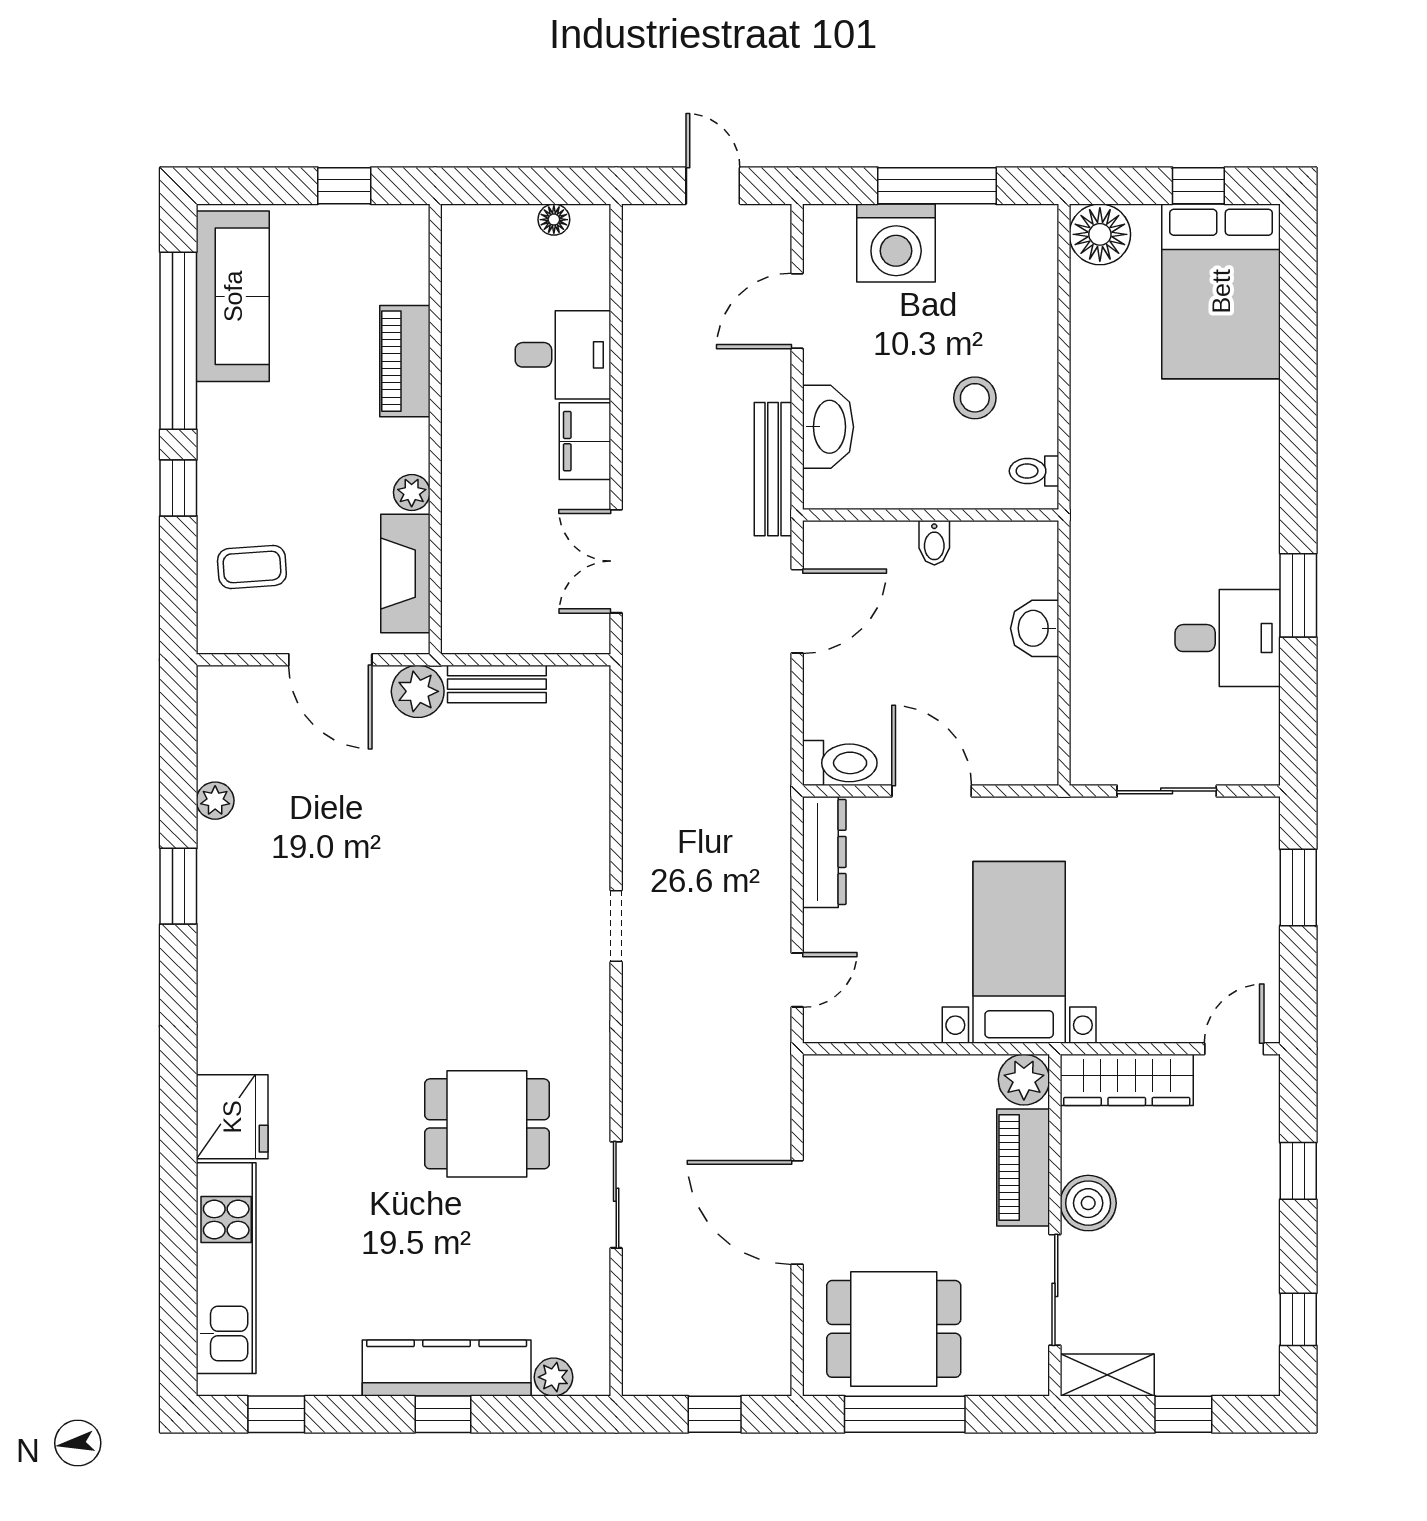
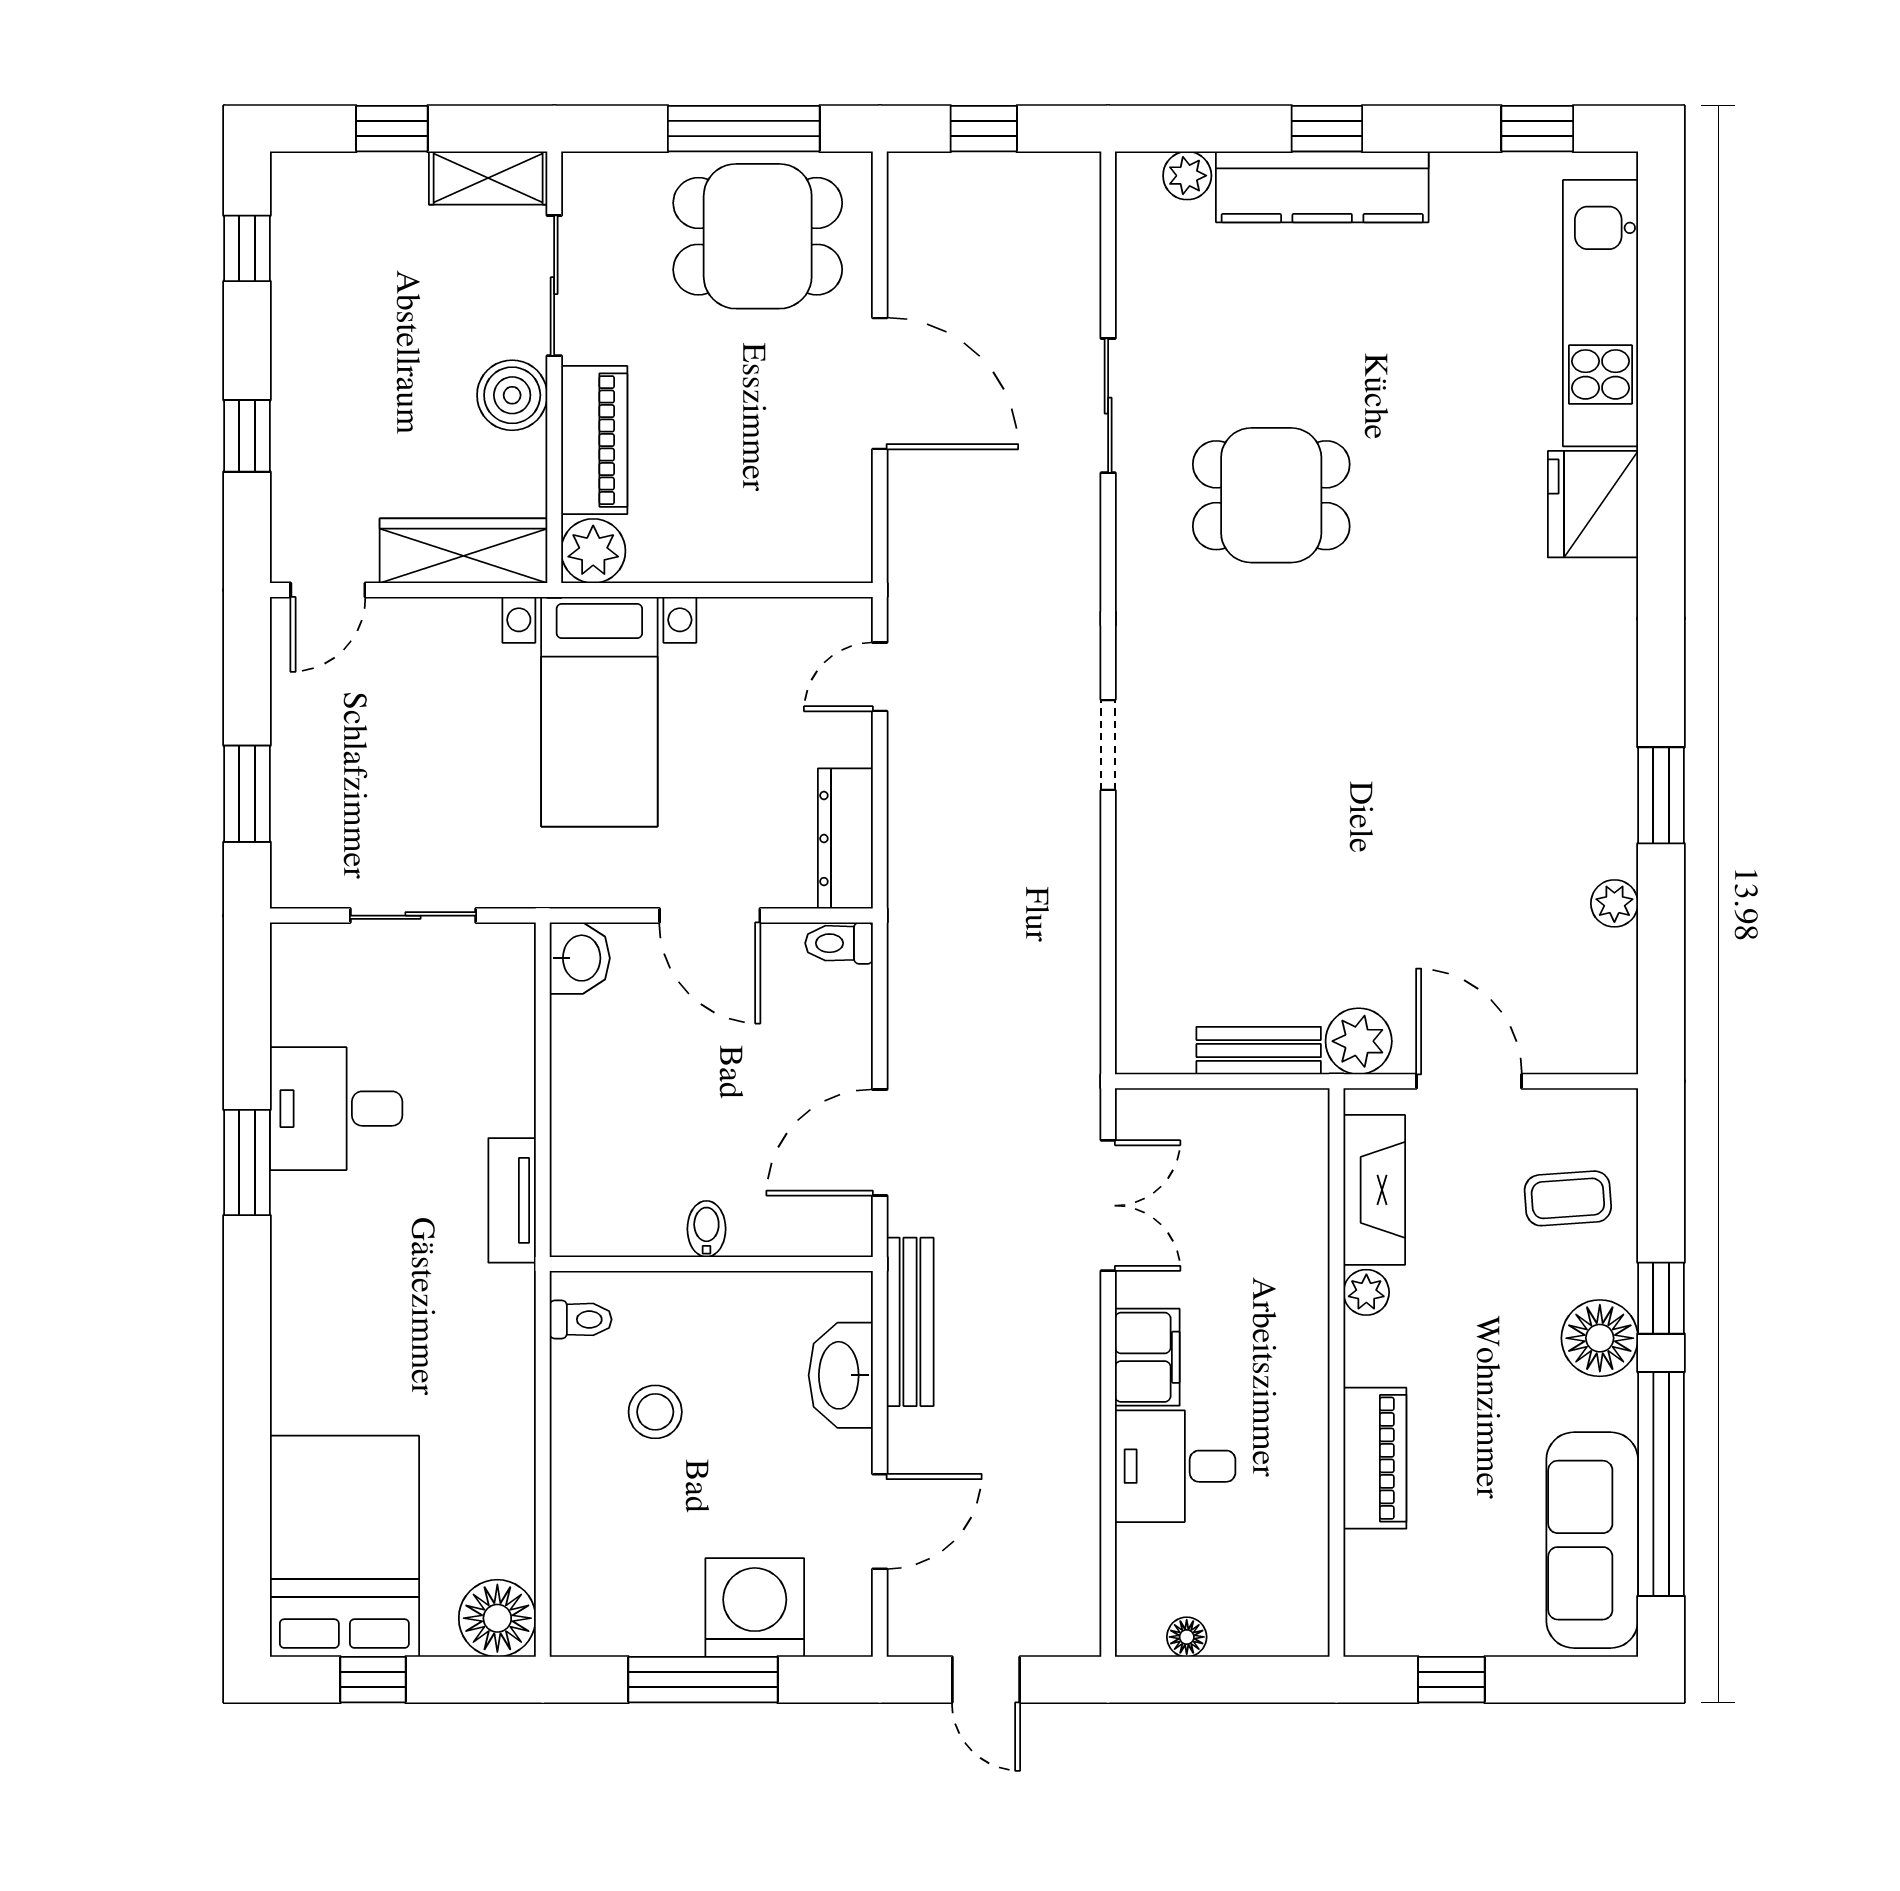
floor lamp: (227, 456) -> (1600, 1338), added
tv unit: (1088, 565) -> (512, 1200), added
washbasin: (1035, 628) -> (580, 958), moved
toilet: (840, 763) -> (839, 943), width x0.73, depth x0.72

